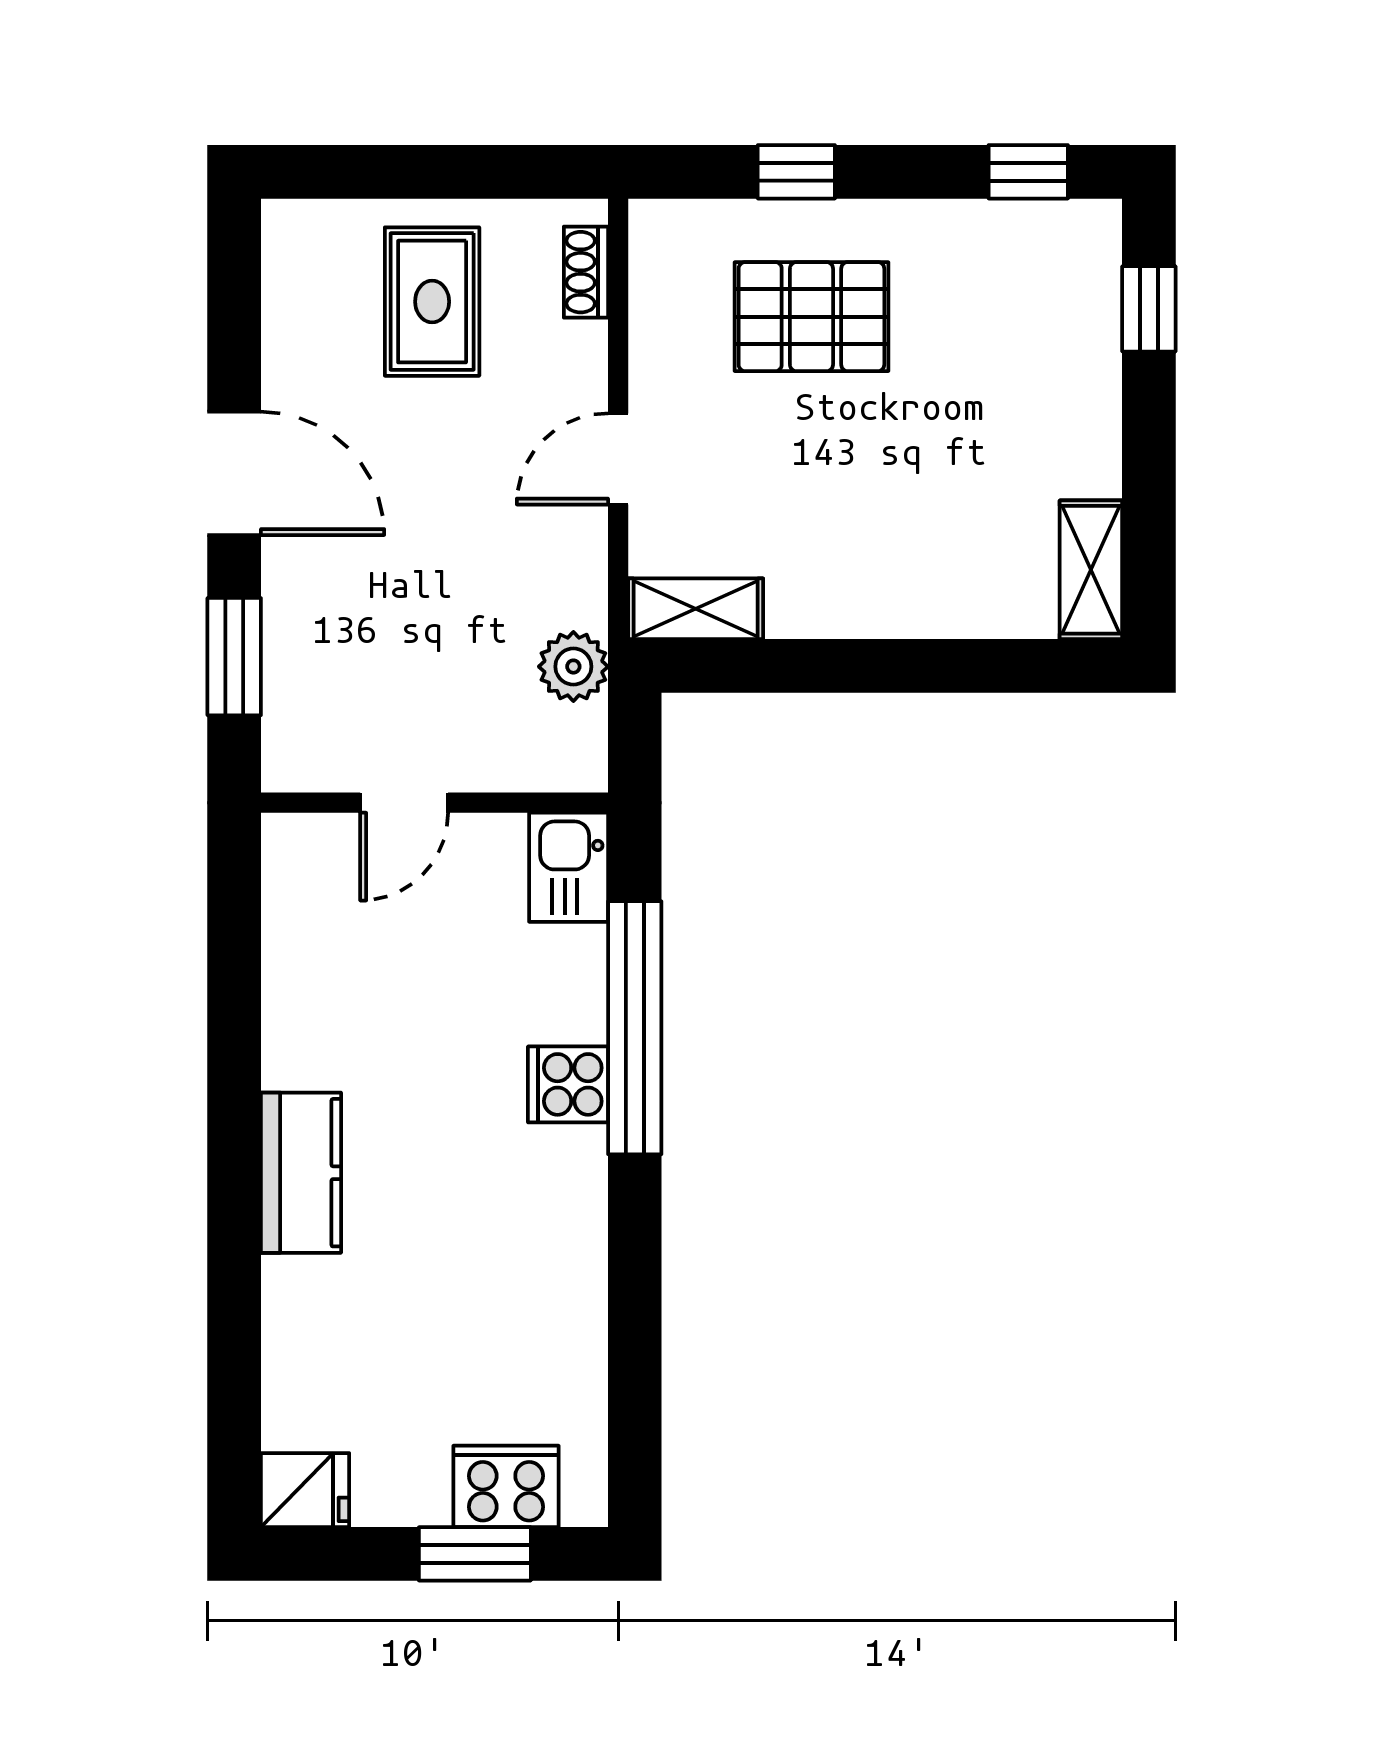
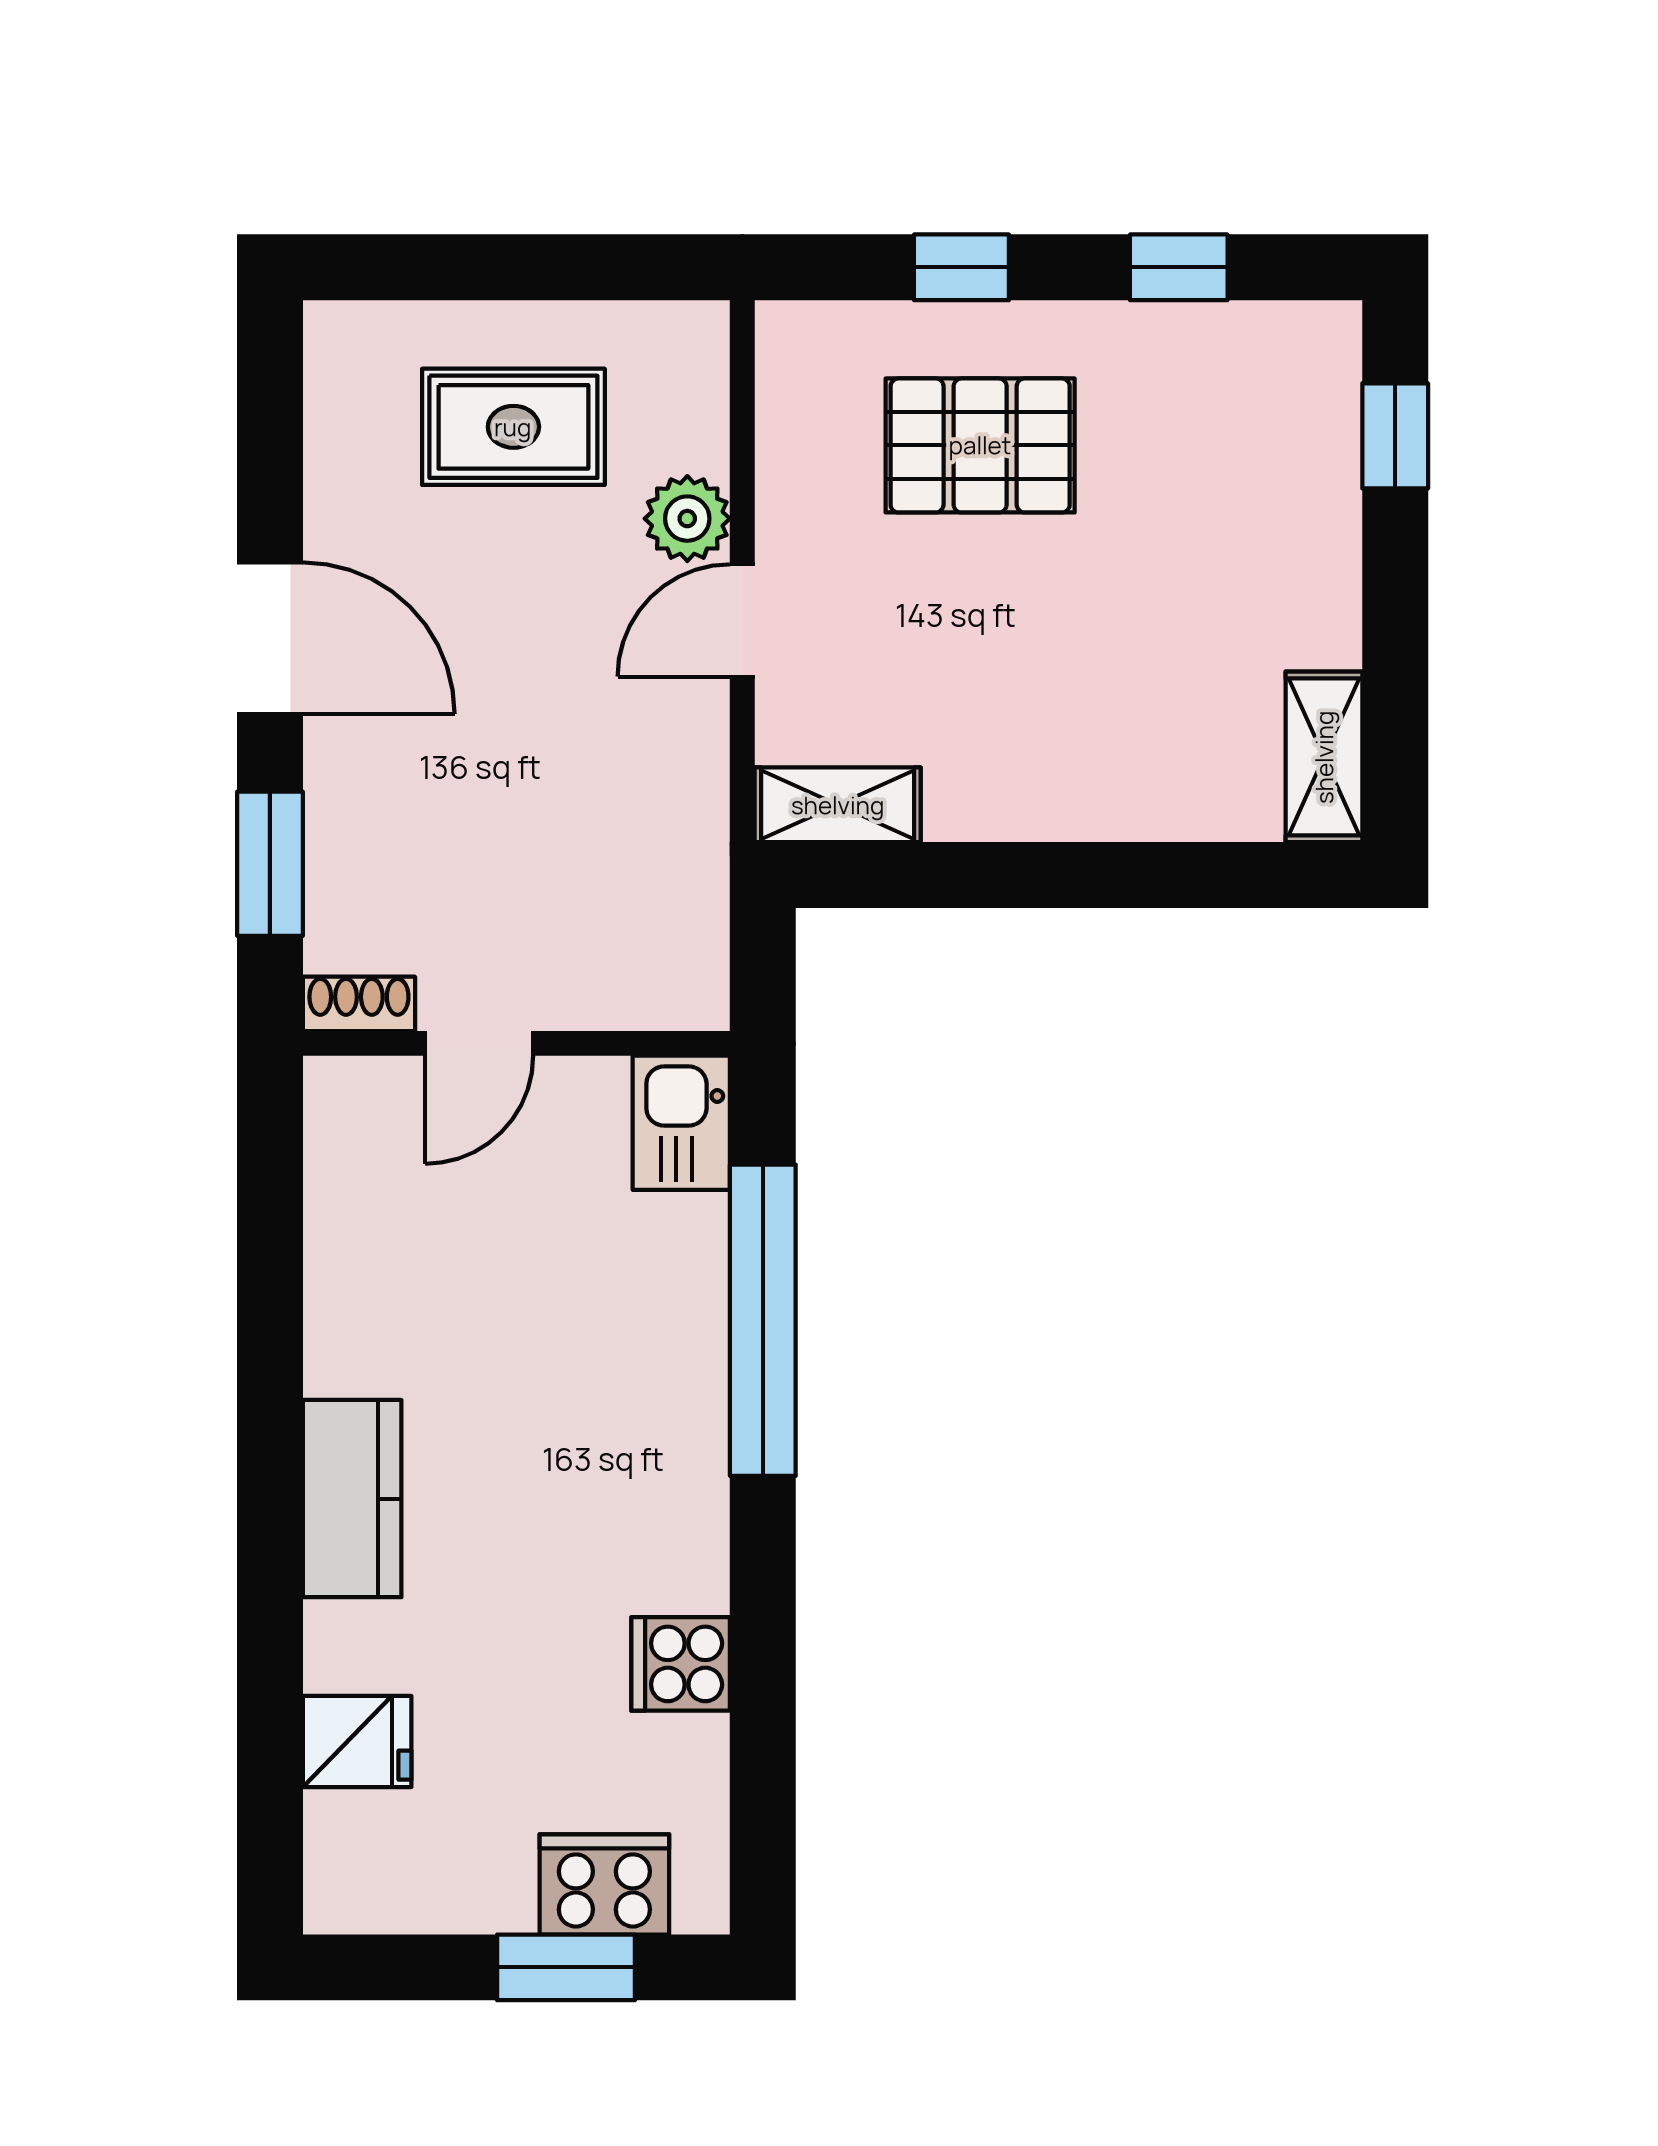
window: (1028, 172) -> (1179, 267), moved
shoe rack: (586, 272) -> (359, 1004), moved, turned 90
rug: (432, 302) -> (513, 427), turned 90
plant: (573, 667) -> (687, 519), moved
cooker: (568, 1084) -> (681, 1664), moved
fridge: (305, 1490) -> (357, 1741), moved

